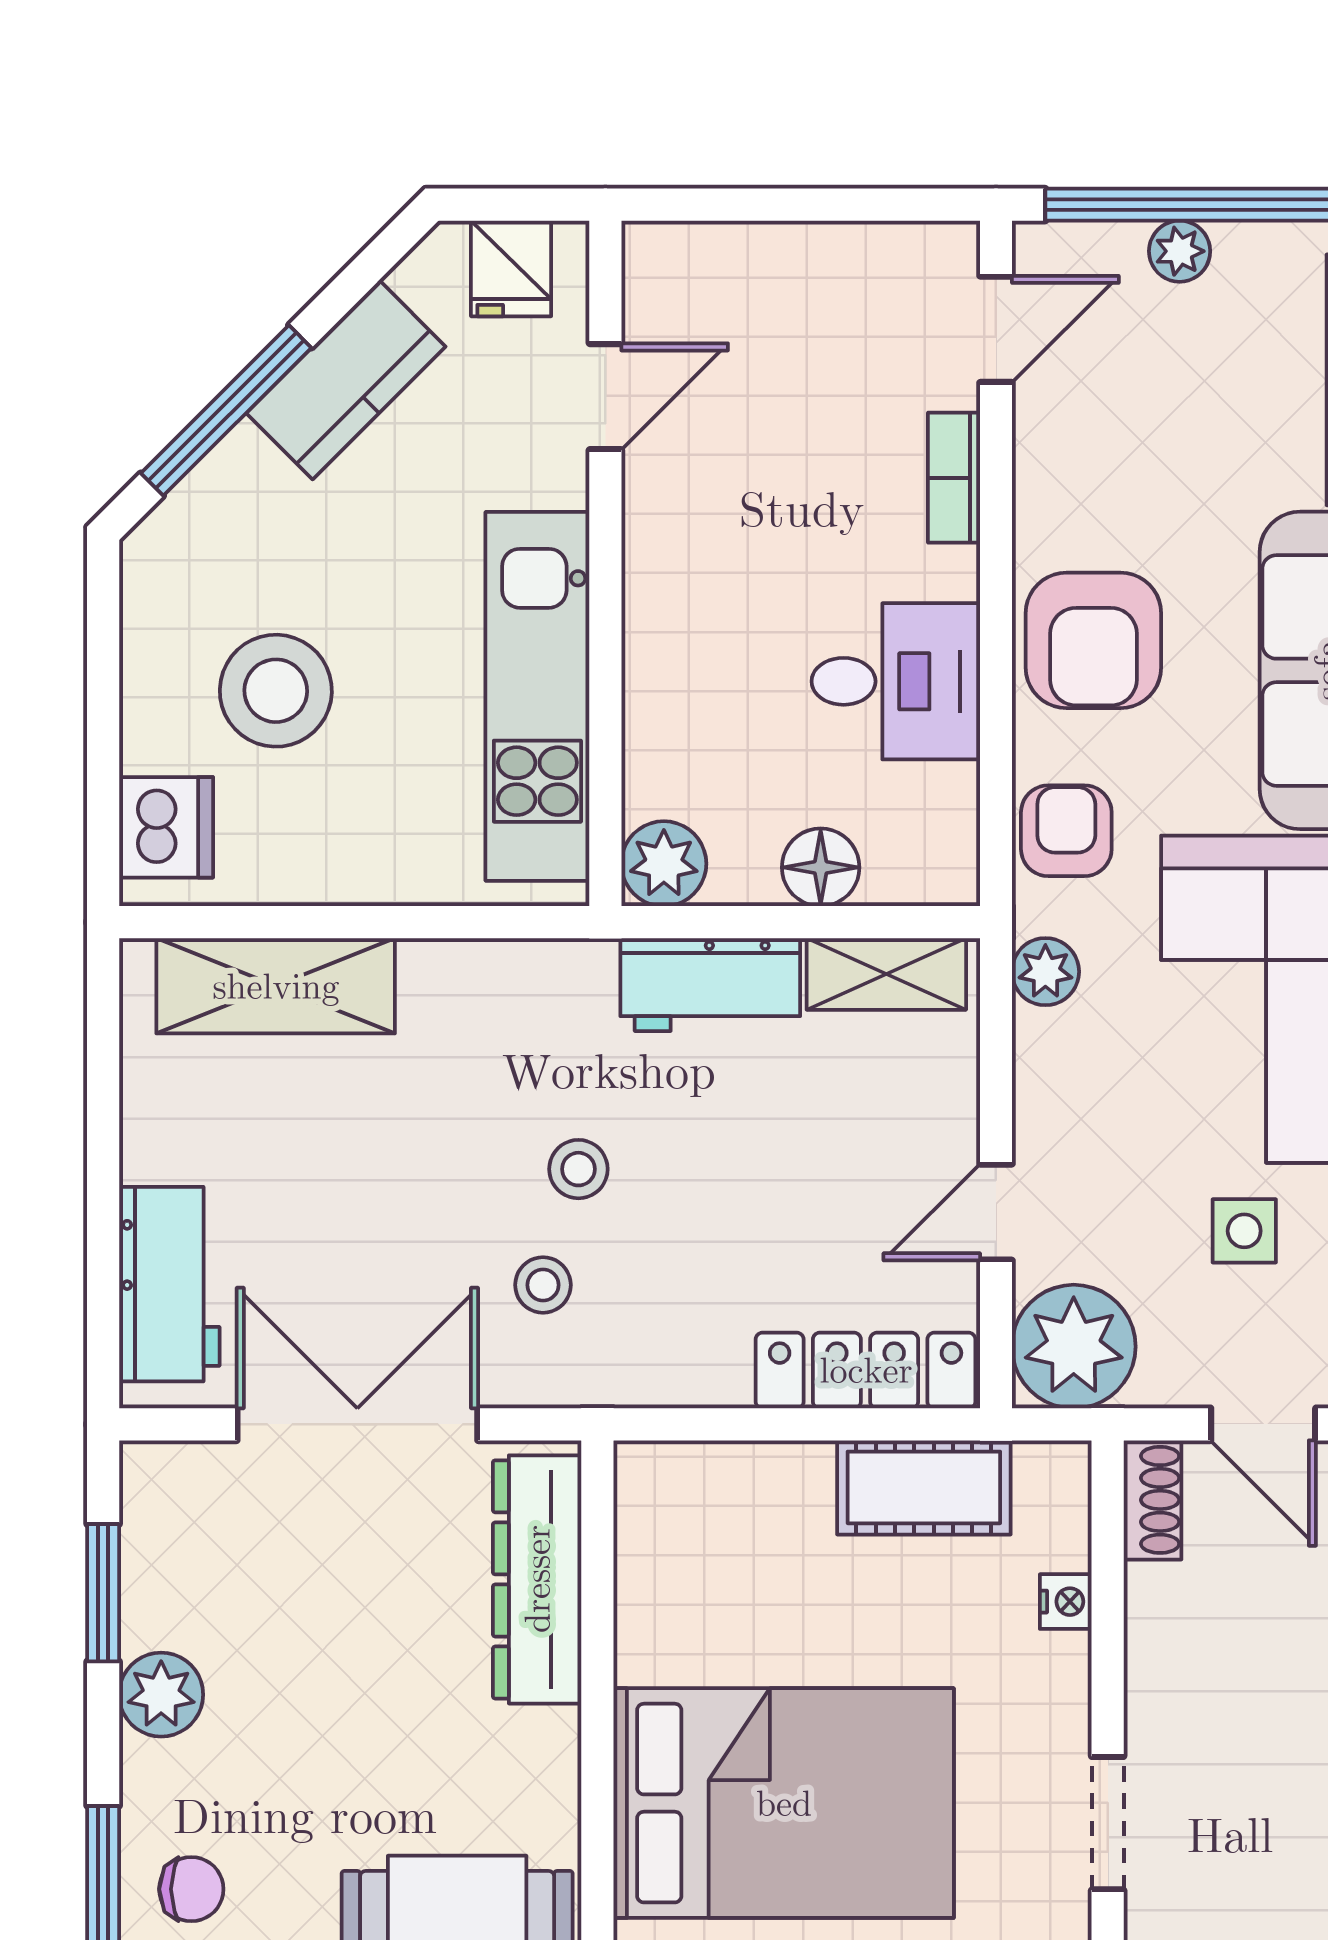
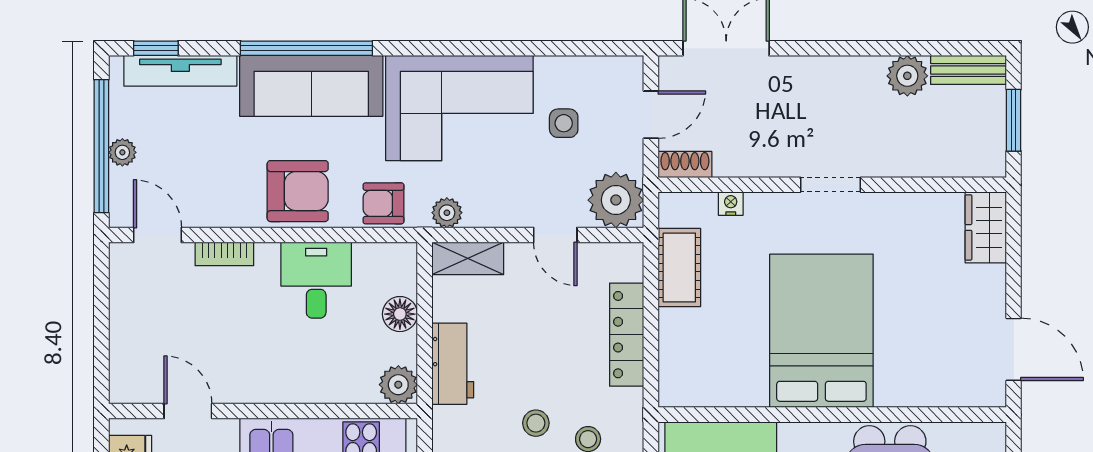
shelving: (886, 974) -> (468, 258), moved, turned 90
locker: (866, 1370) -> (627, 335), moved

